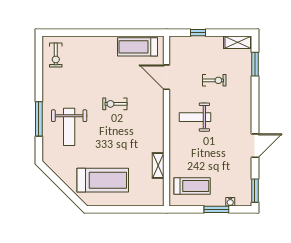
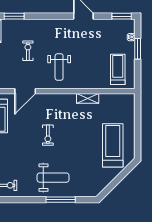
weight bench: (69, 127) -> (53, 178), moved
shelving: (158, 165) -> (88, 98), moved

